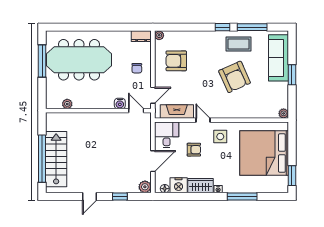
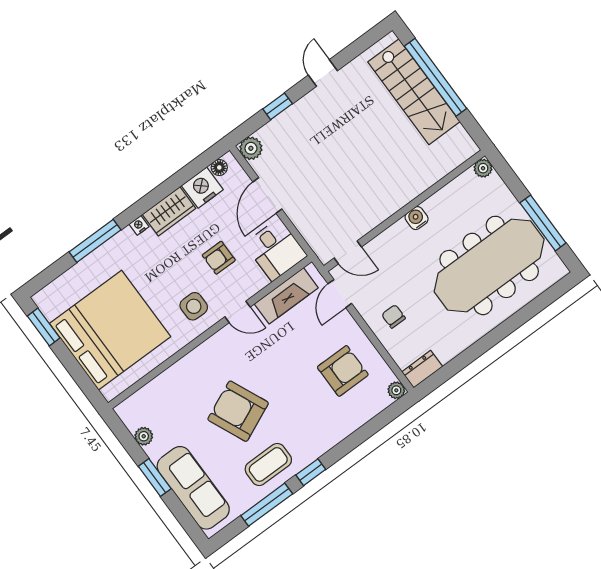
plant: (67, 104) -> (483, 168), moved
water cooler: (120, 104) -> (417, 218), moved
plant: (284, 113) -> (144, 436), moved

